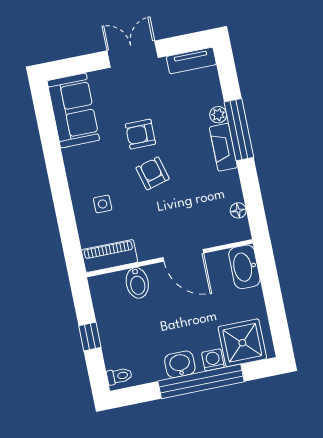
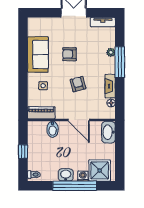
sofa: (73, 110) -> (38, 54), moved
fireplace: (223, 147) -> (110, 86), moved
armchair: (153, 173) -> (78, 84), moved

